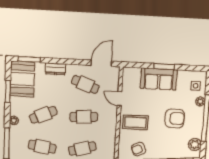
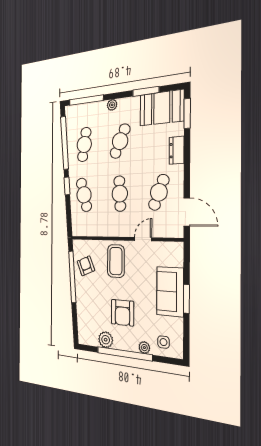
cafe table: (43, 115) -> (120, 141), turned 48
plant: (195, 144) -> (106, 340), moved

